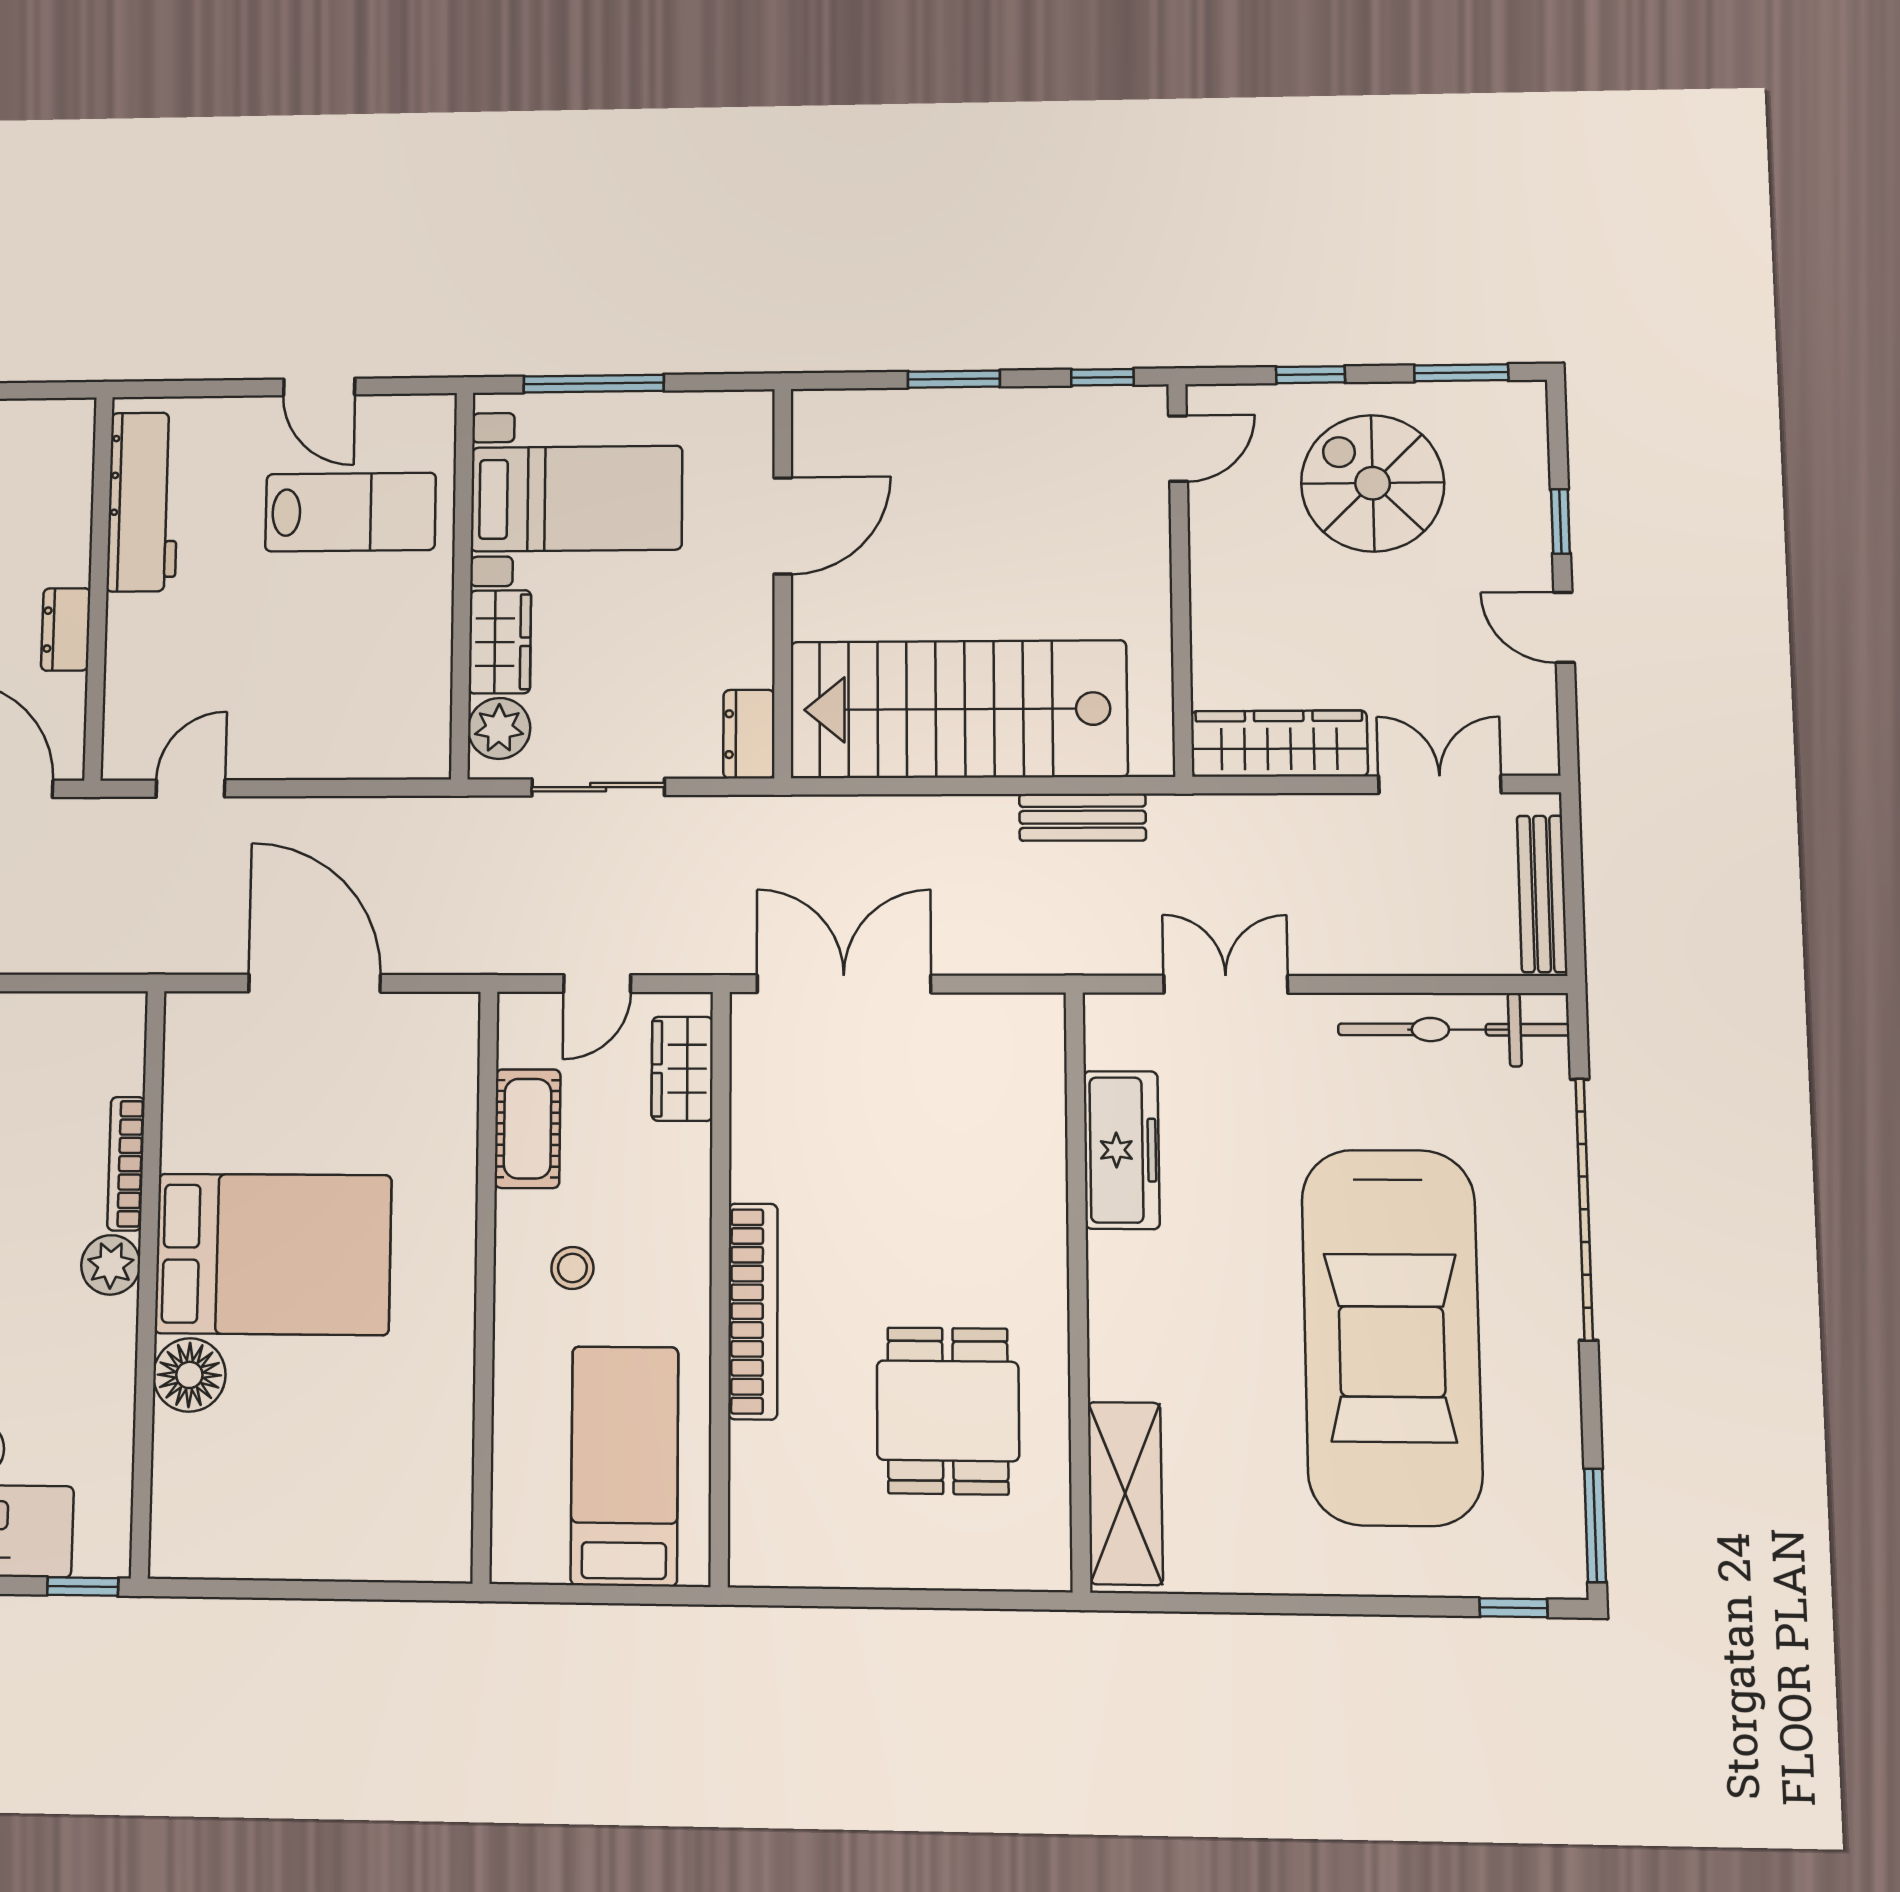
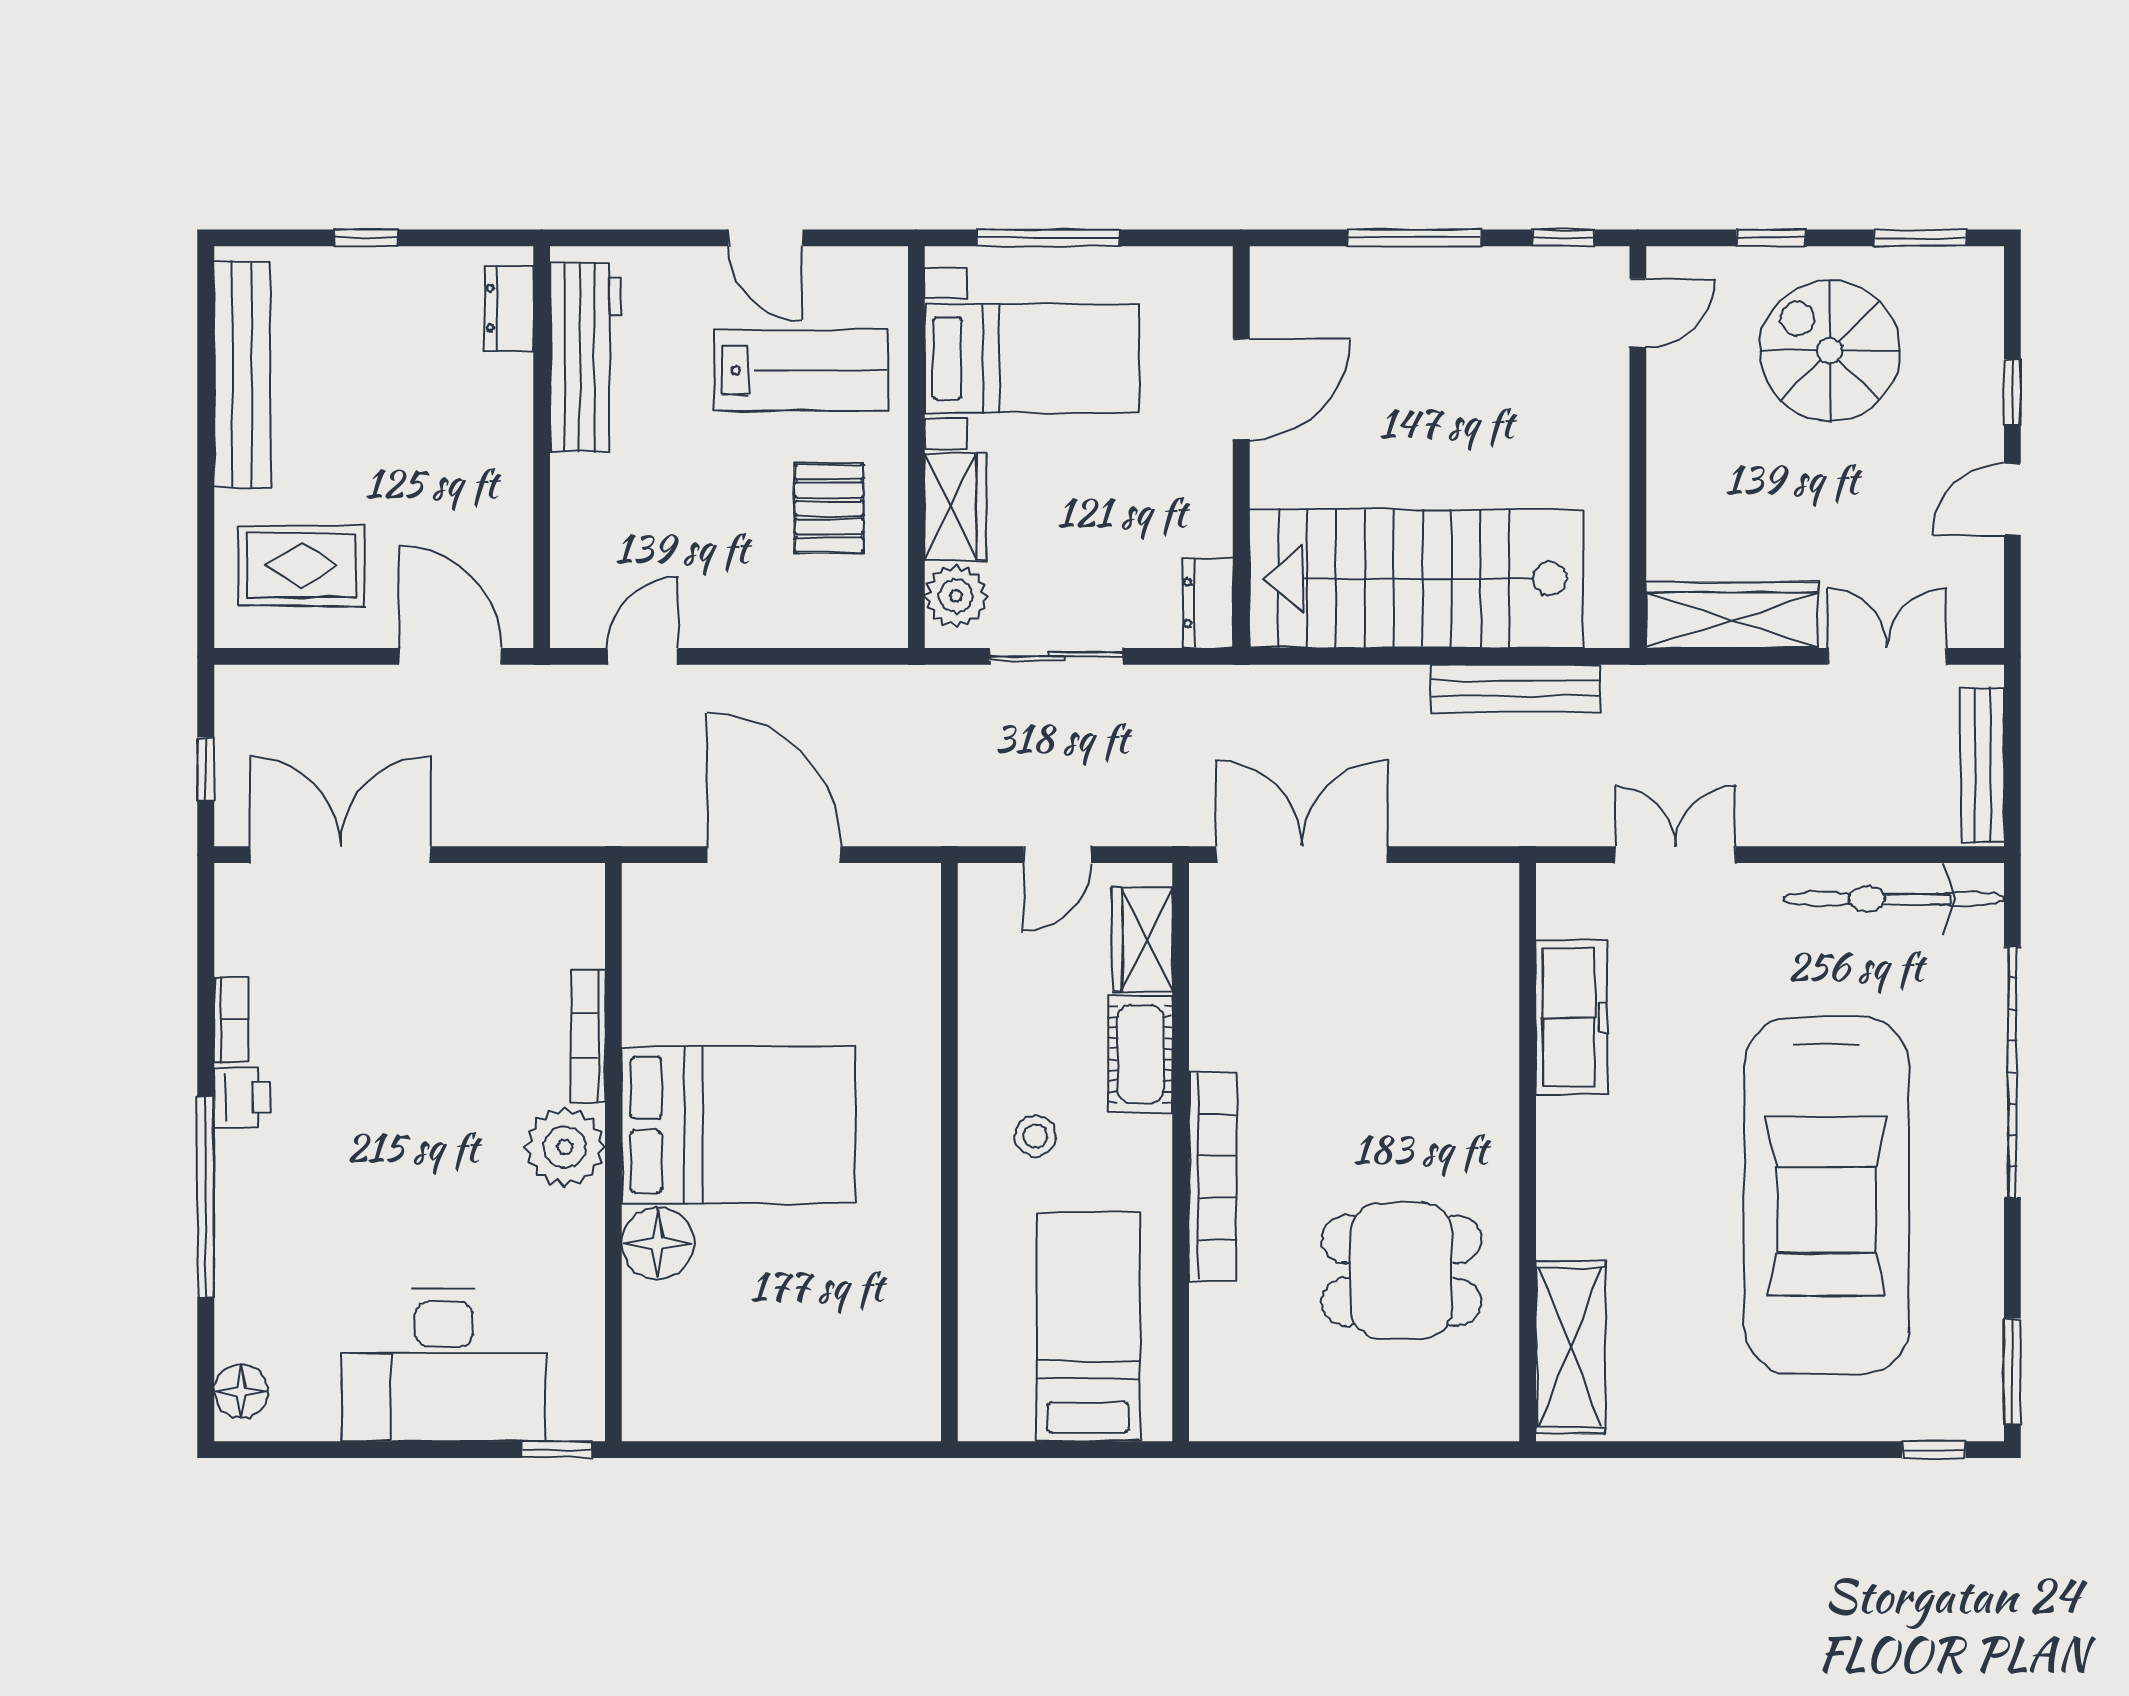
window: (954, 379) -> (1414, 238), width x1.44
door: (1564, 627) -> (2012, 499), hinge flipped
dresser: (66, 629) -> (509, 308), moved
pallet: (376, 644) -> (829, 508), added
bench: (1083, 817) -> (1515, 688), width x1.36
cot: (528, 1129) -> (1140, 1054), moved
plant: (111, 1265) -> (565, 1147), width x1.36, depth x1.36
dining table: (948, 1411) -> (1401, 1271), turned 90

